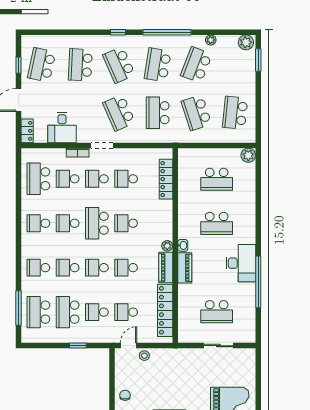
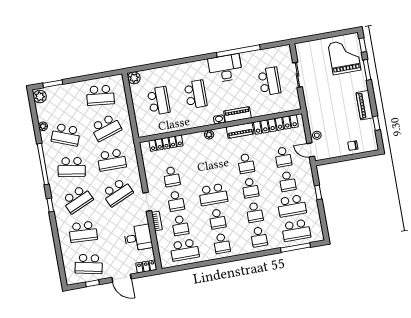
school desk: (126, 223) -> (209, 170), removed
plant: (167, 246) -> (209, 135), moved

